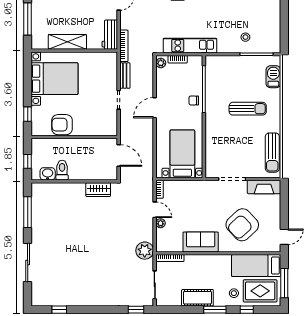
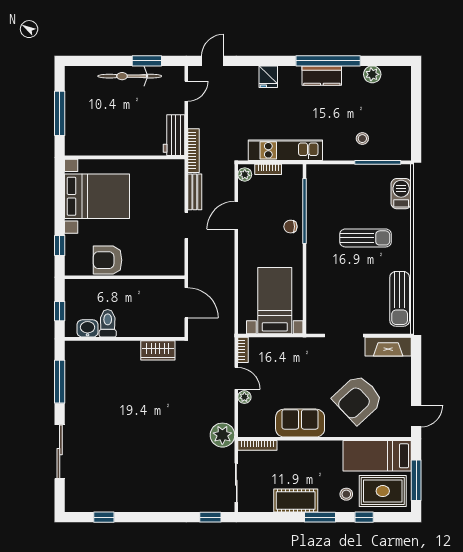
shelving: (67, 42) -> (115, 145), removed
door: (155, 108) -> (236, 215), moved

